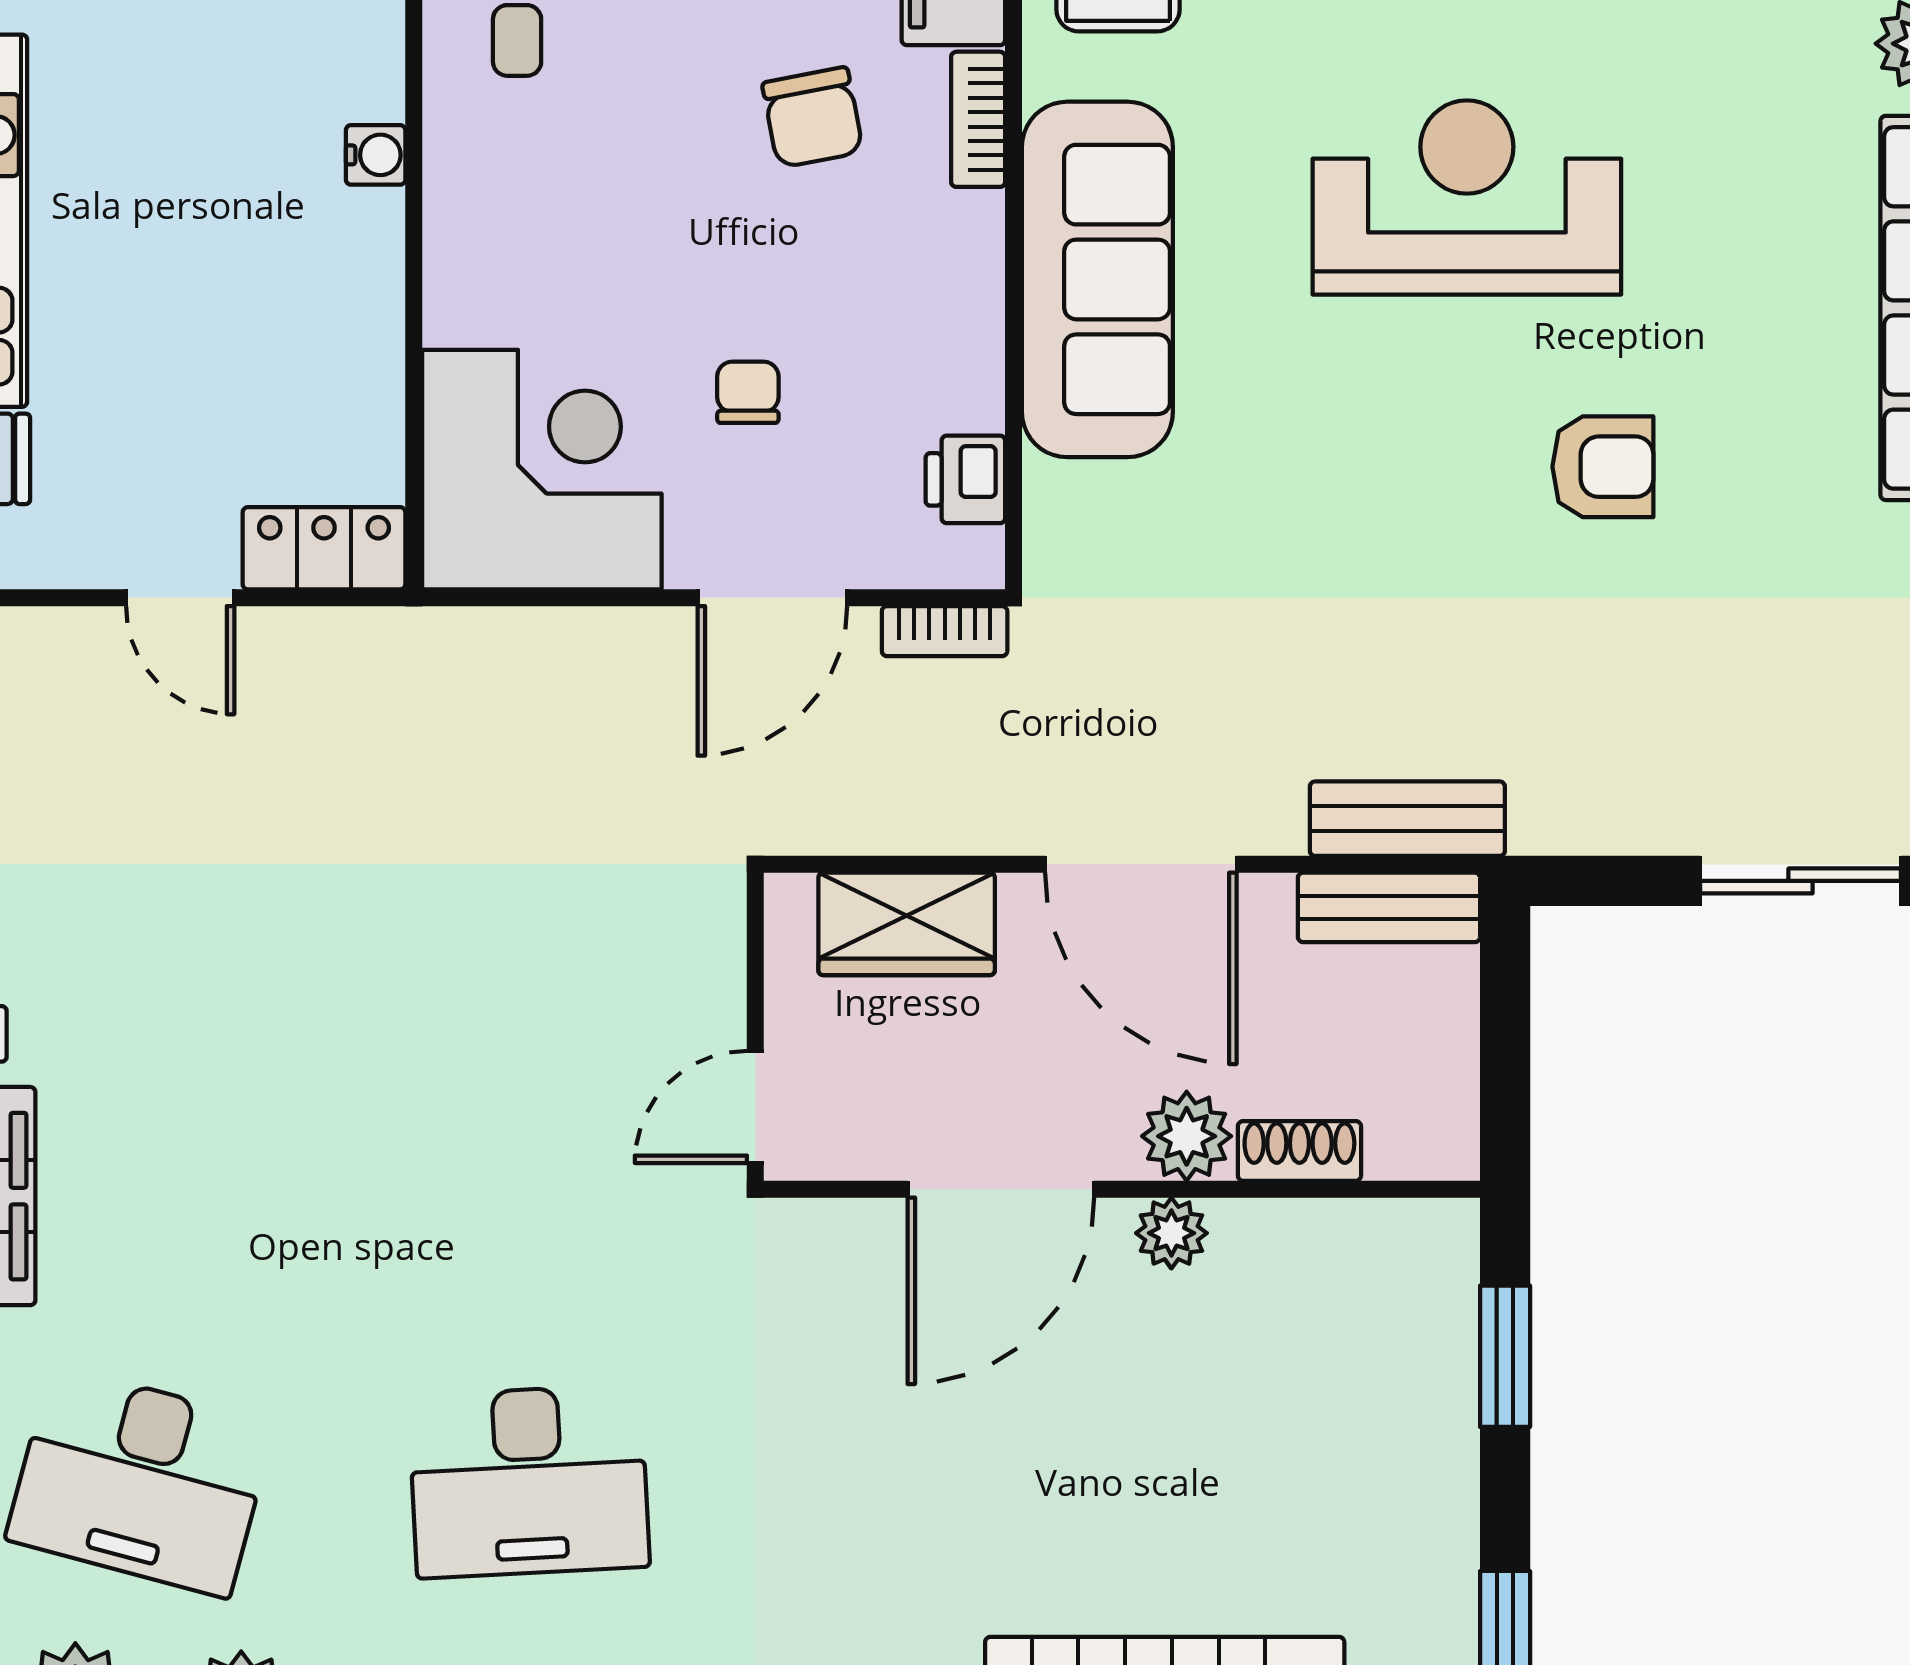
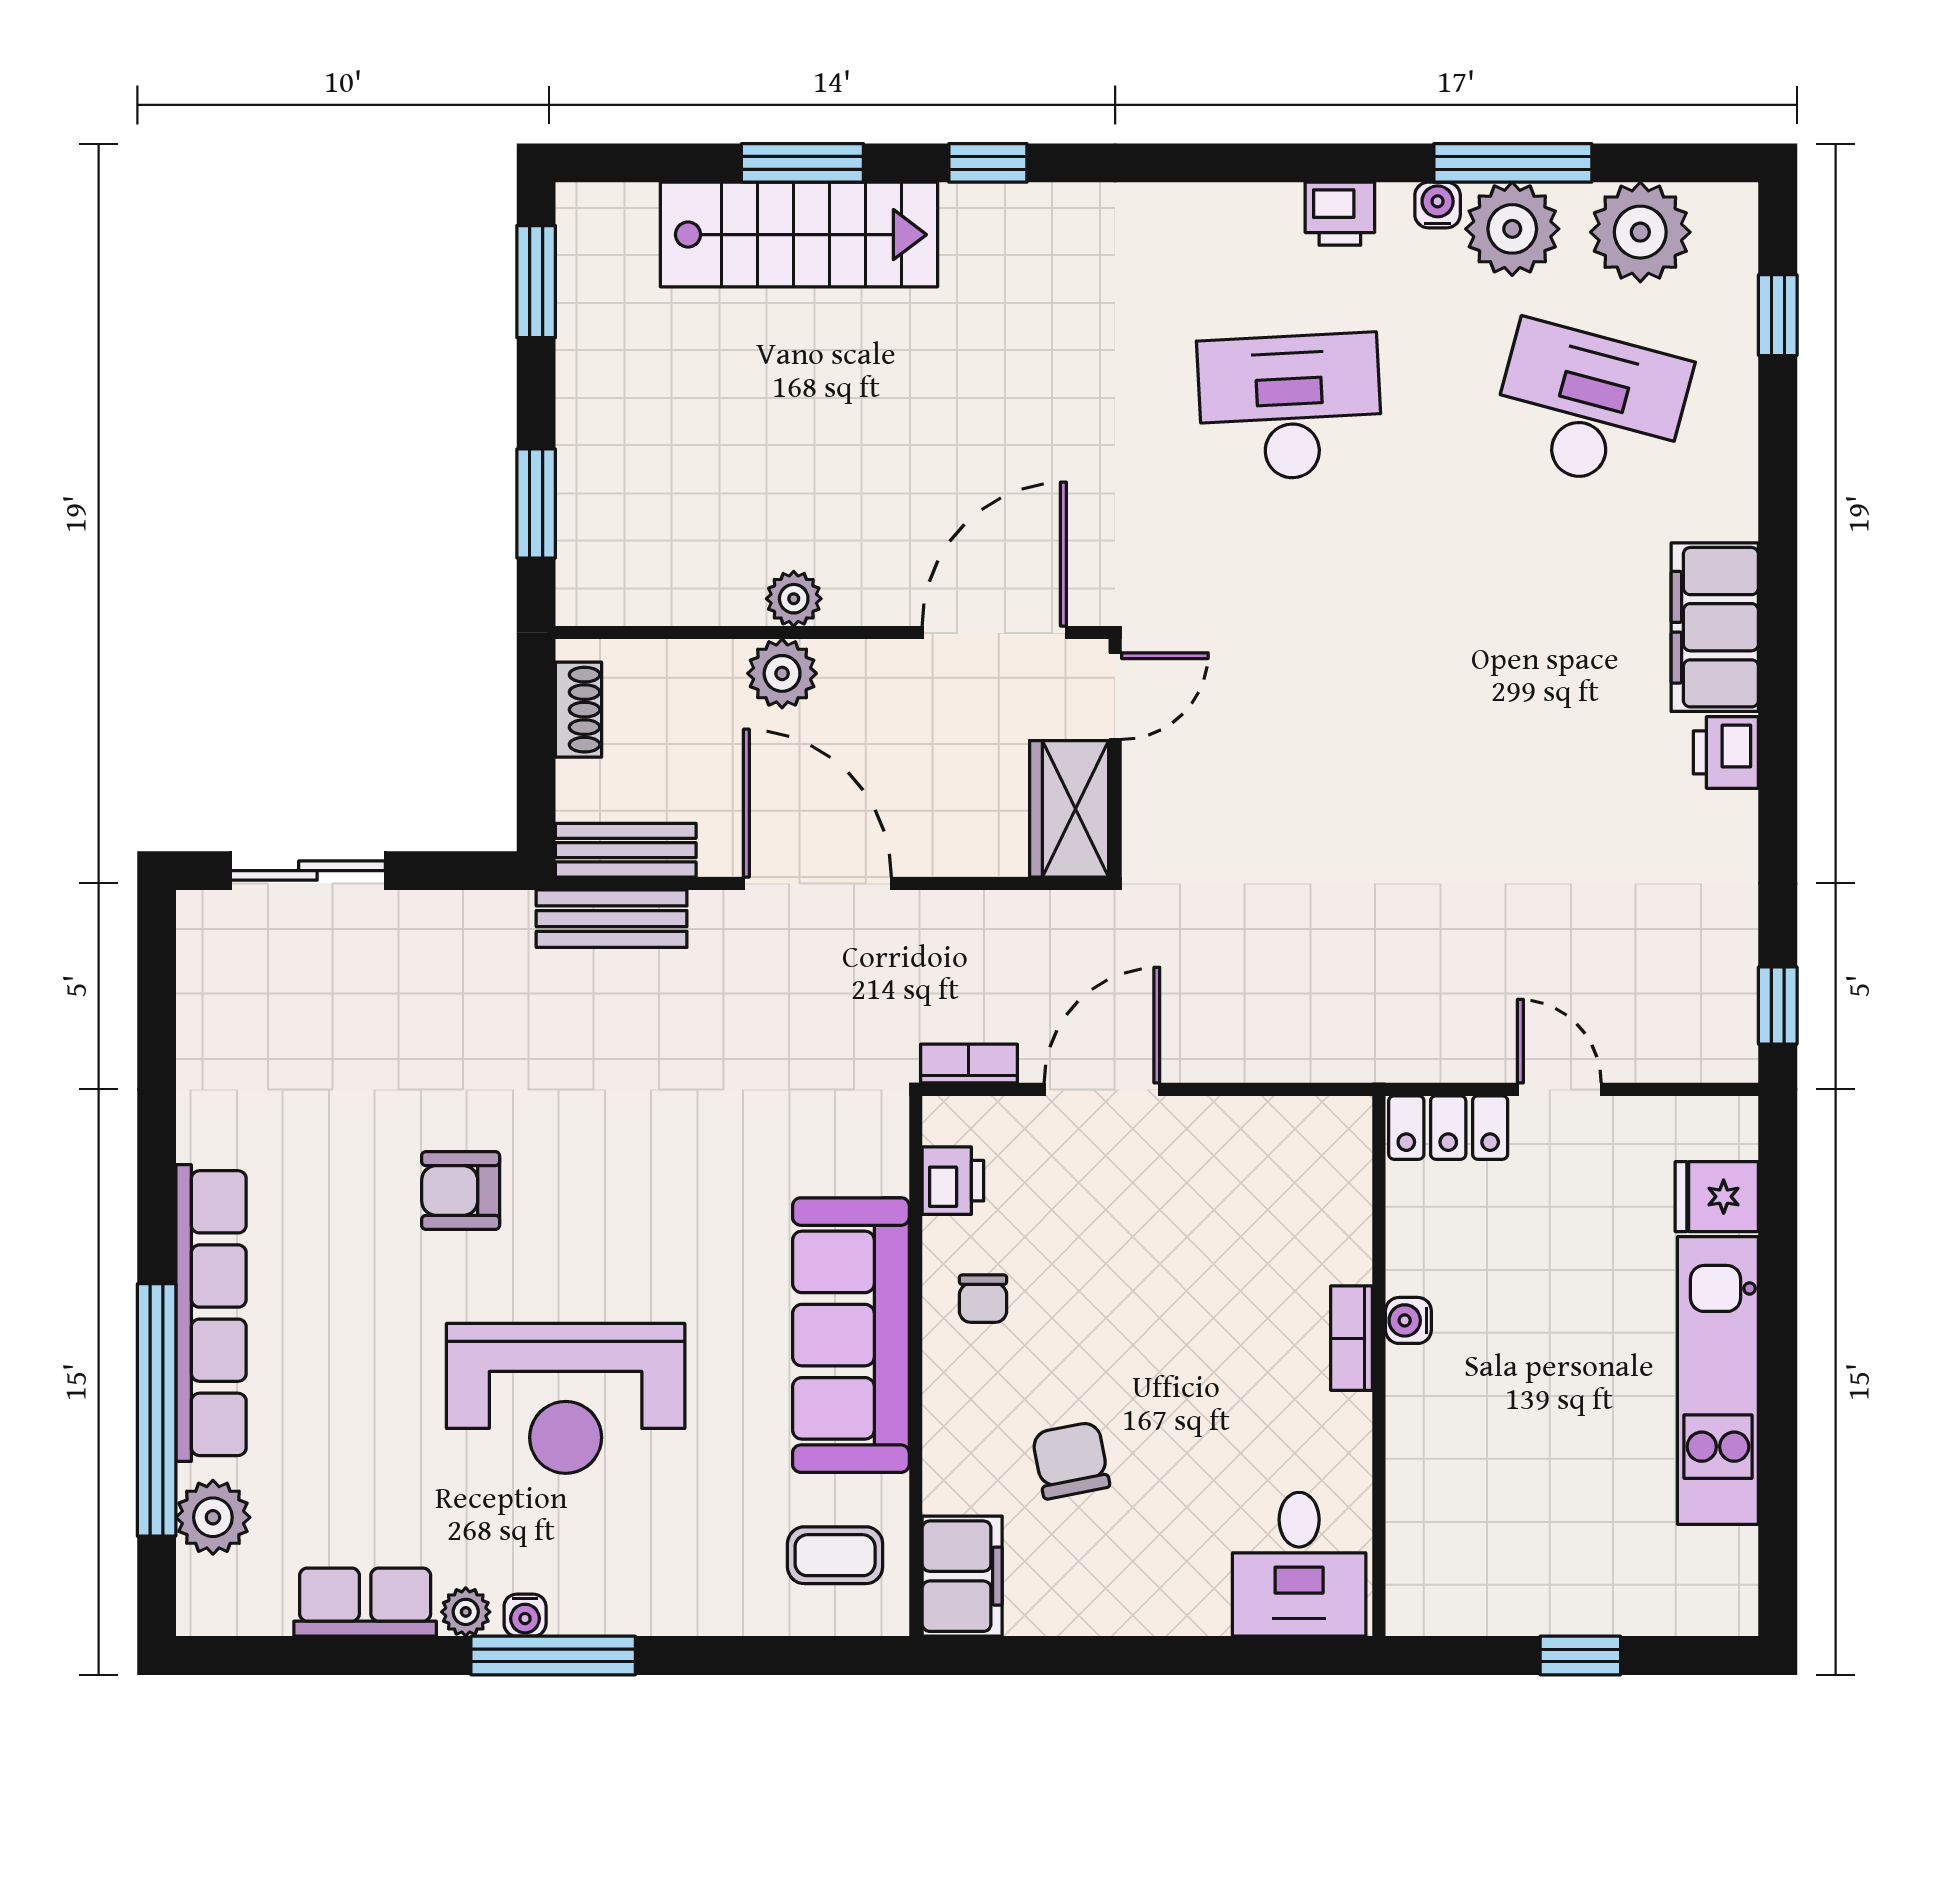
bookcase: (978, 119) -> (1352, 1338), moved, turned 180
water cooler: (376, 155) -> (1408, 1320), moved
chair: (748, 392) -> (983, 1299), moved
corner desk: (542, 470) -> (1280, 1188), removed
wardrobe: (907, 924) -> (1069, 809), moved, turned -90
shoe rack: (1299, 1151) -> (579, 710), moved, turned -90
door: (1001, 1189) -> (994, 633), moved

